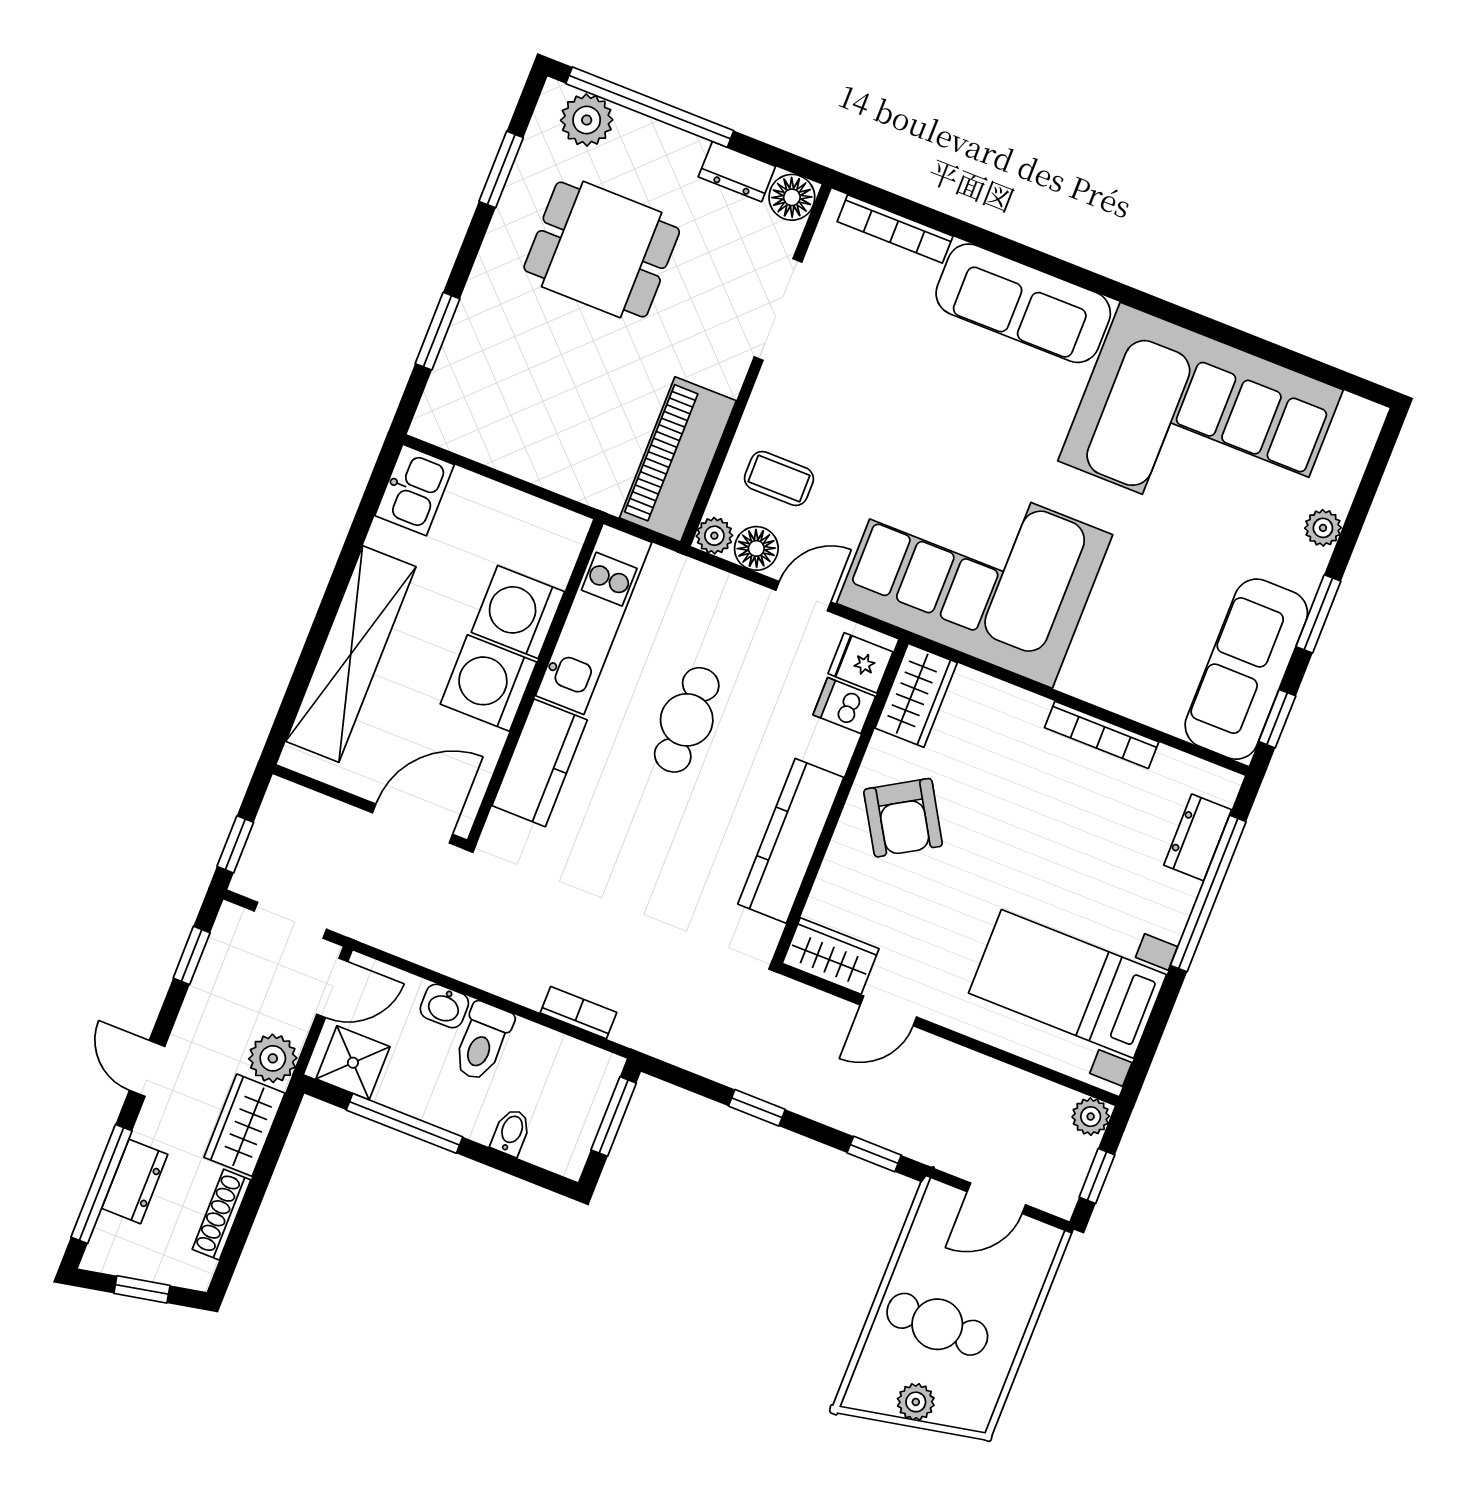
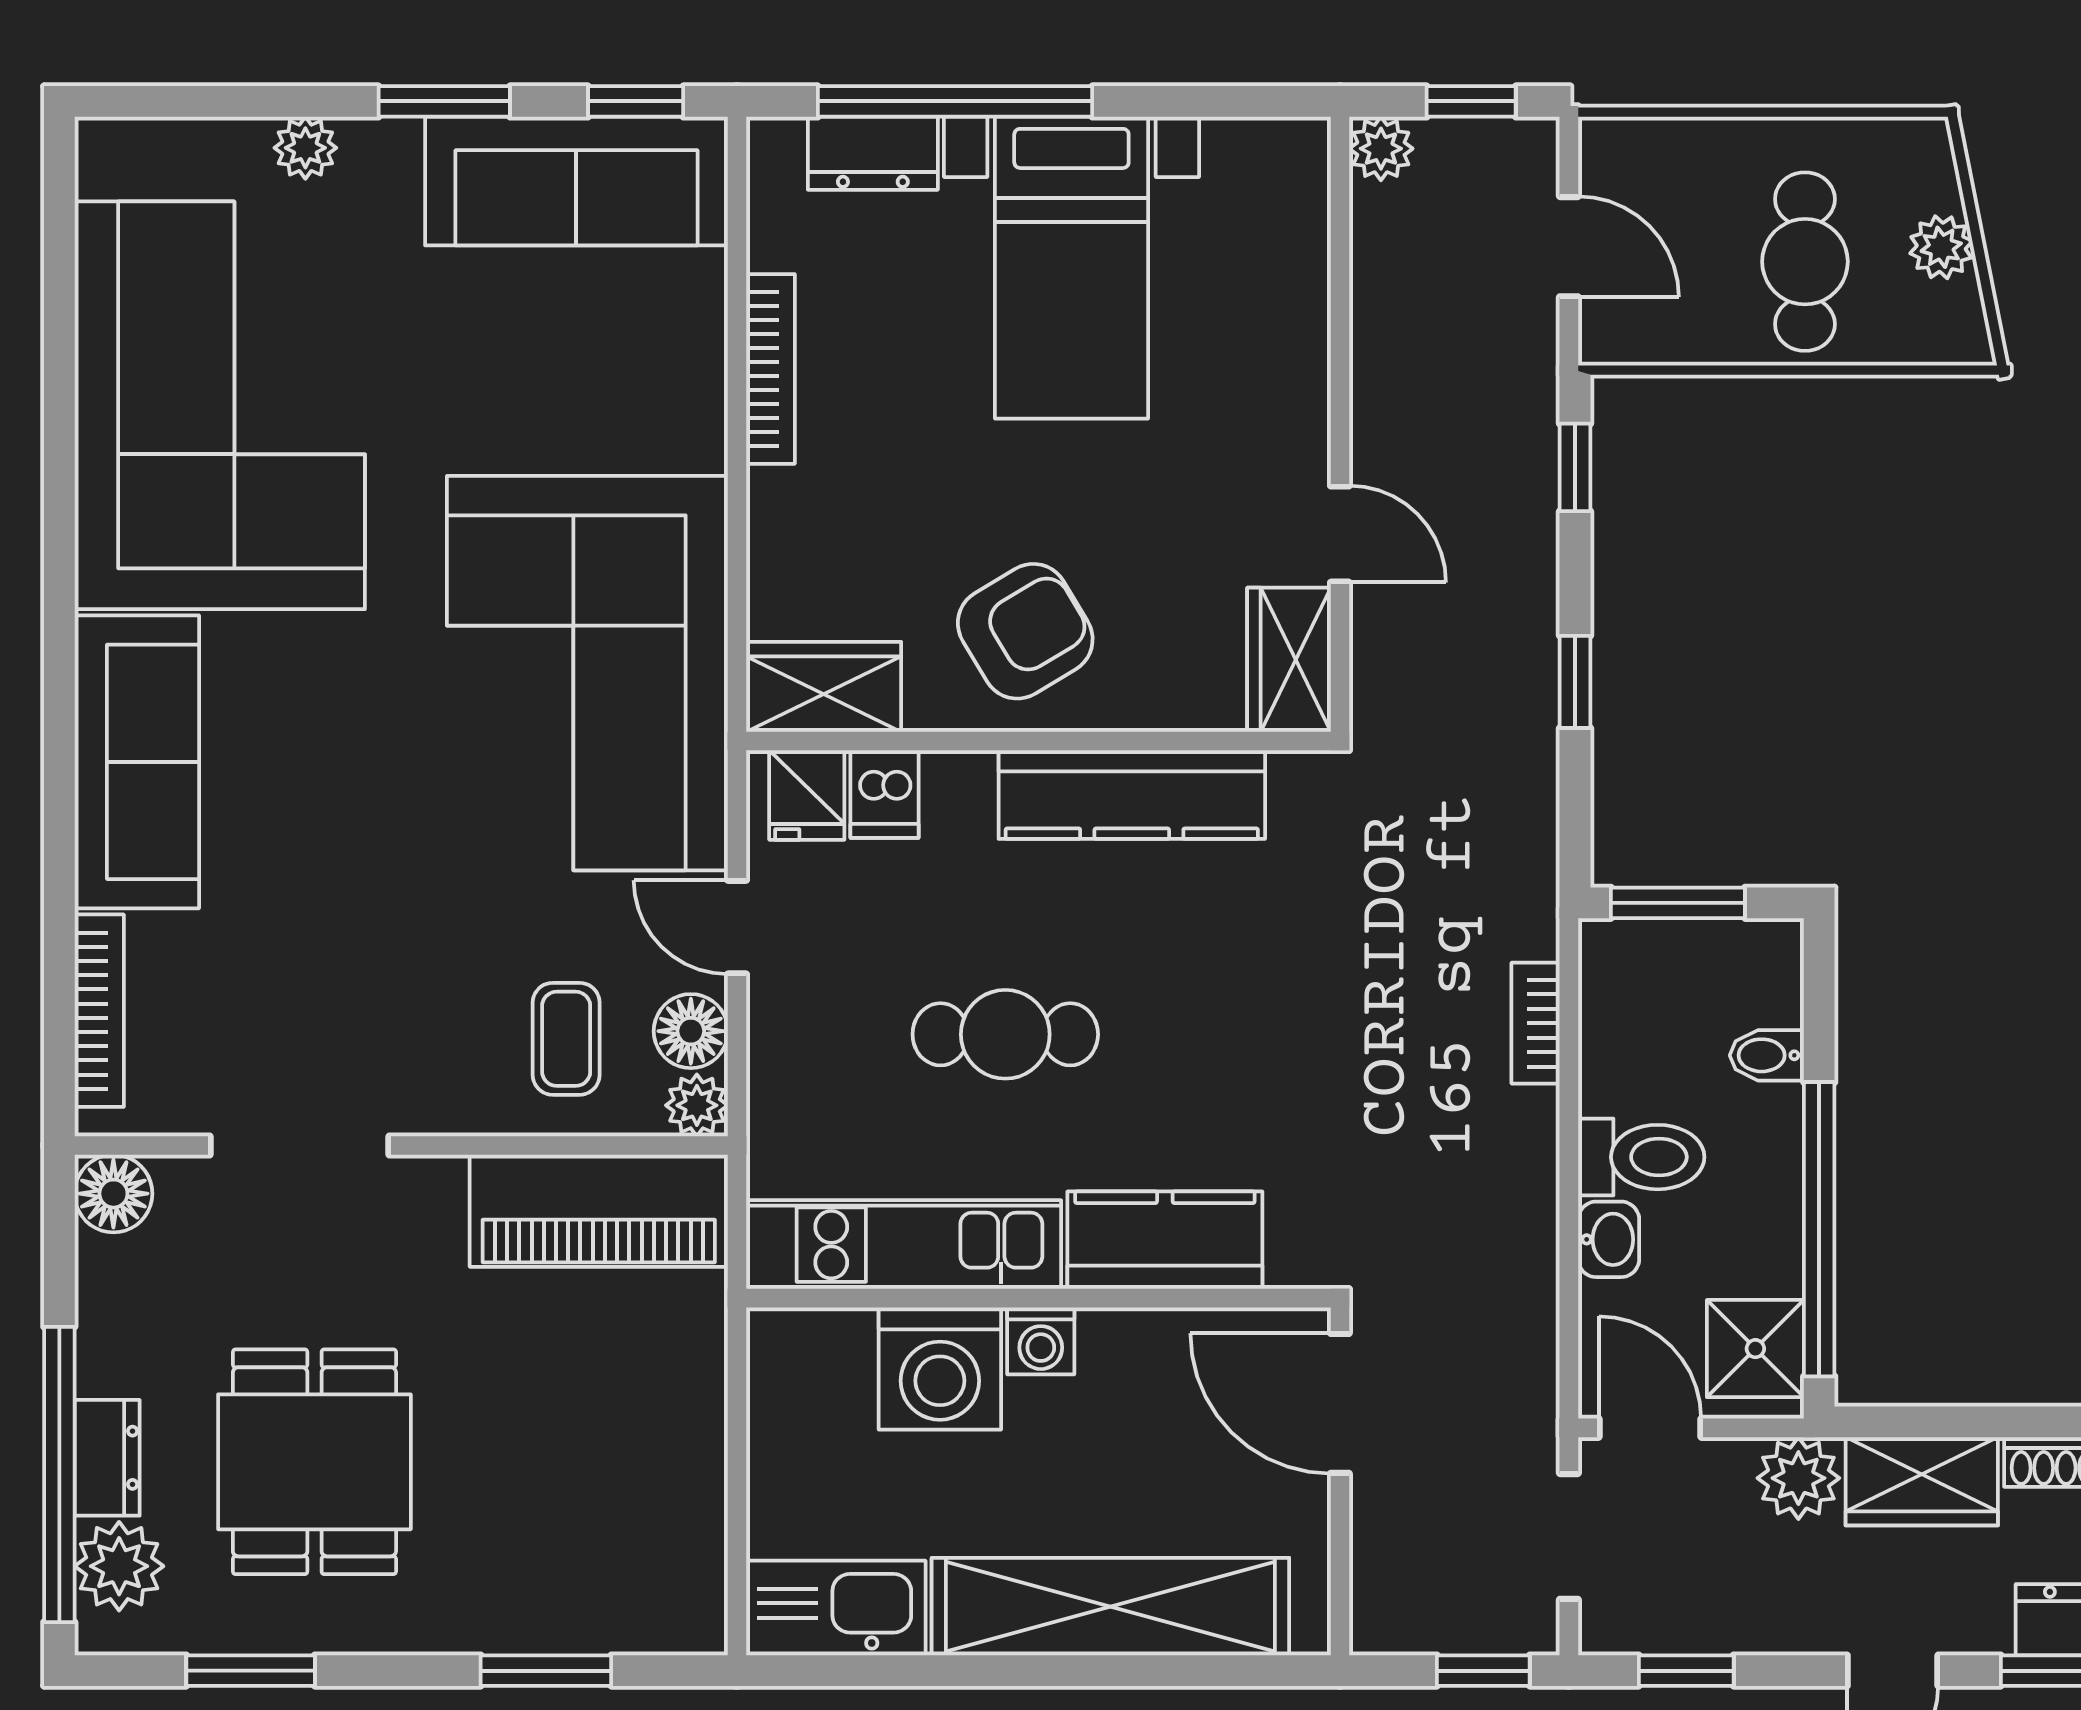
dresser: (737, 172) -> (107, 1458), moved
kitchen sink: (414, 490) -> (836, 1608), width x1.38
washing machine: (489, 683) -> (1041, 1341), width x0.53, depth x0.53
bed with nightstands: (1068, 984) -> (1071, 268), moved
window: (405, 1123) -> (1819, 1229), width x1.46

